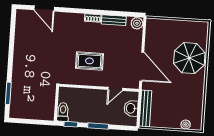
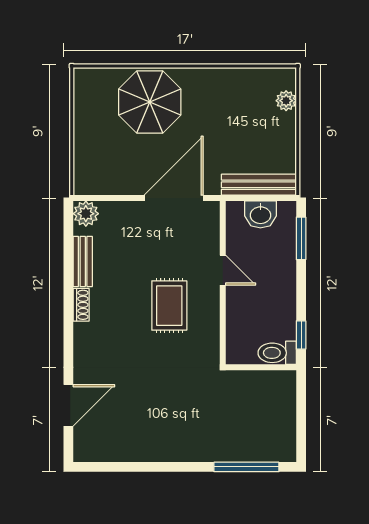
door: (115, 89) -> (223, 270), moved
window: (8, 93) -> (246, 467), width x1.44
window: (98, 126) -> (301, 238), moved

